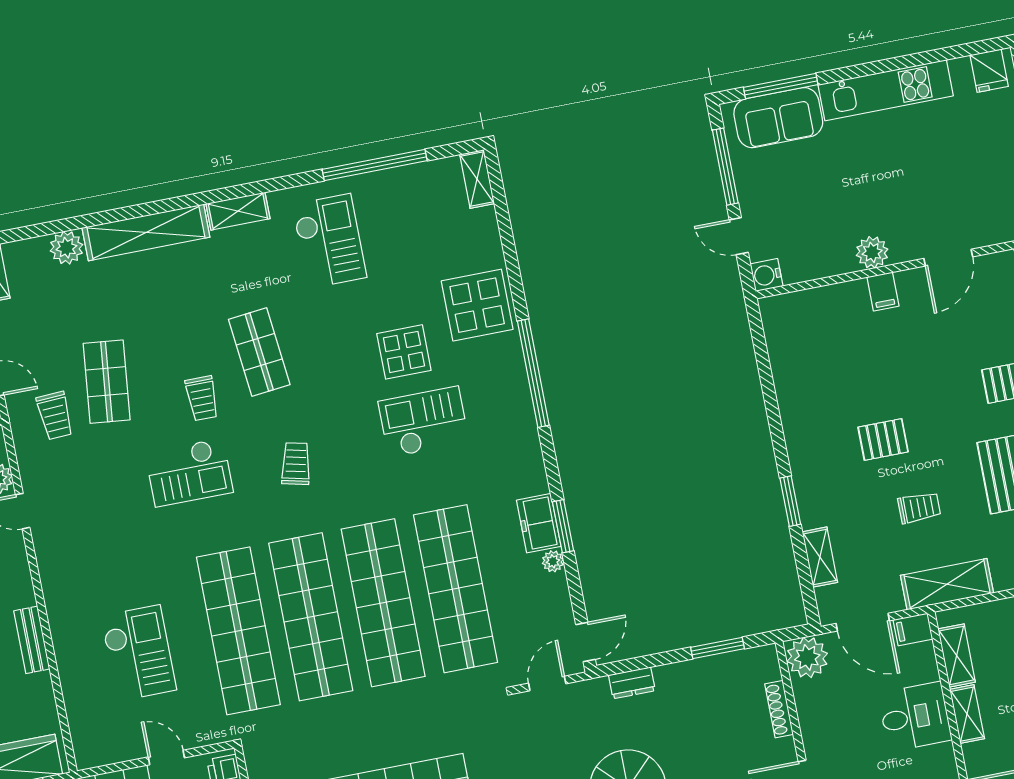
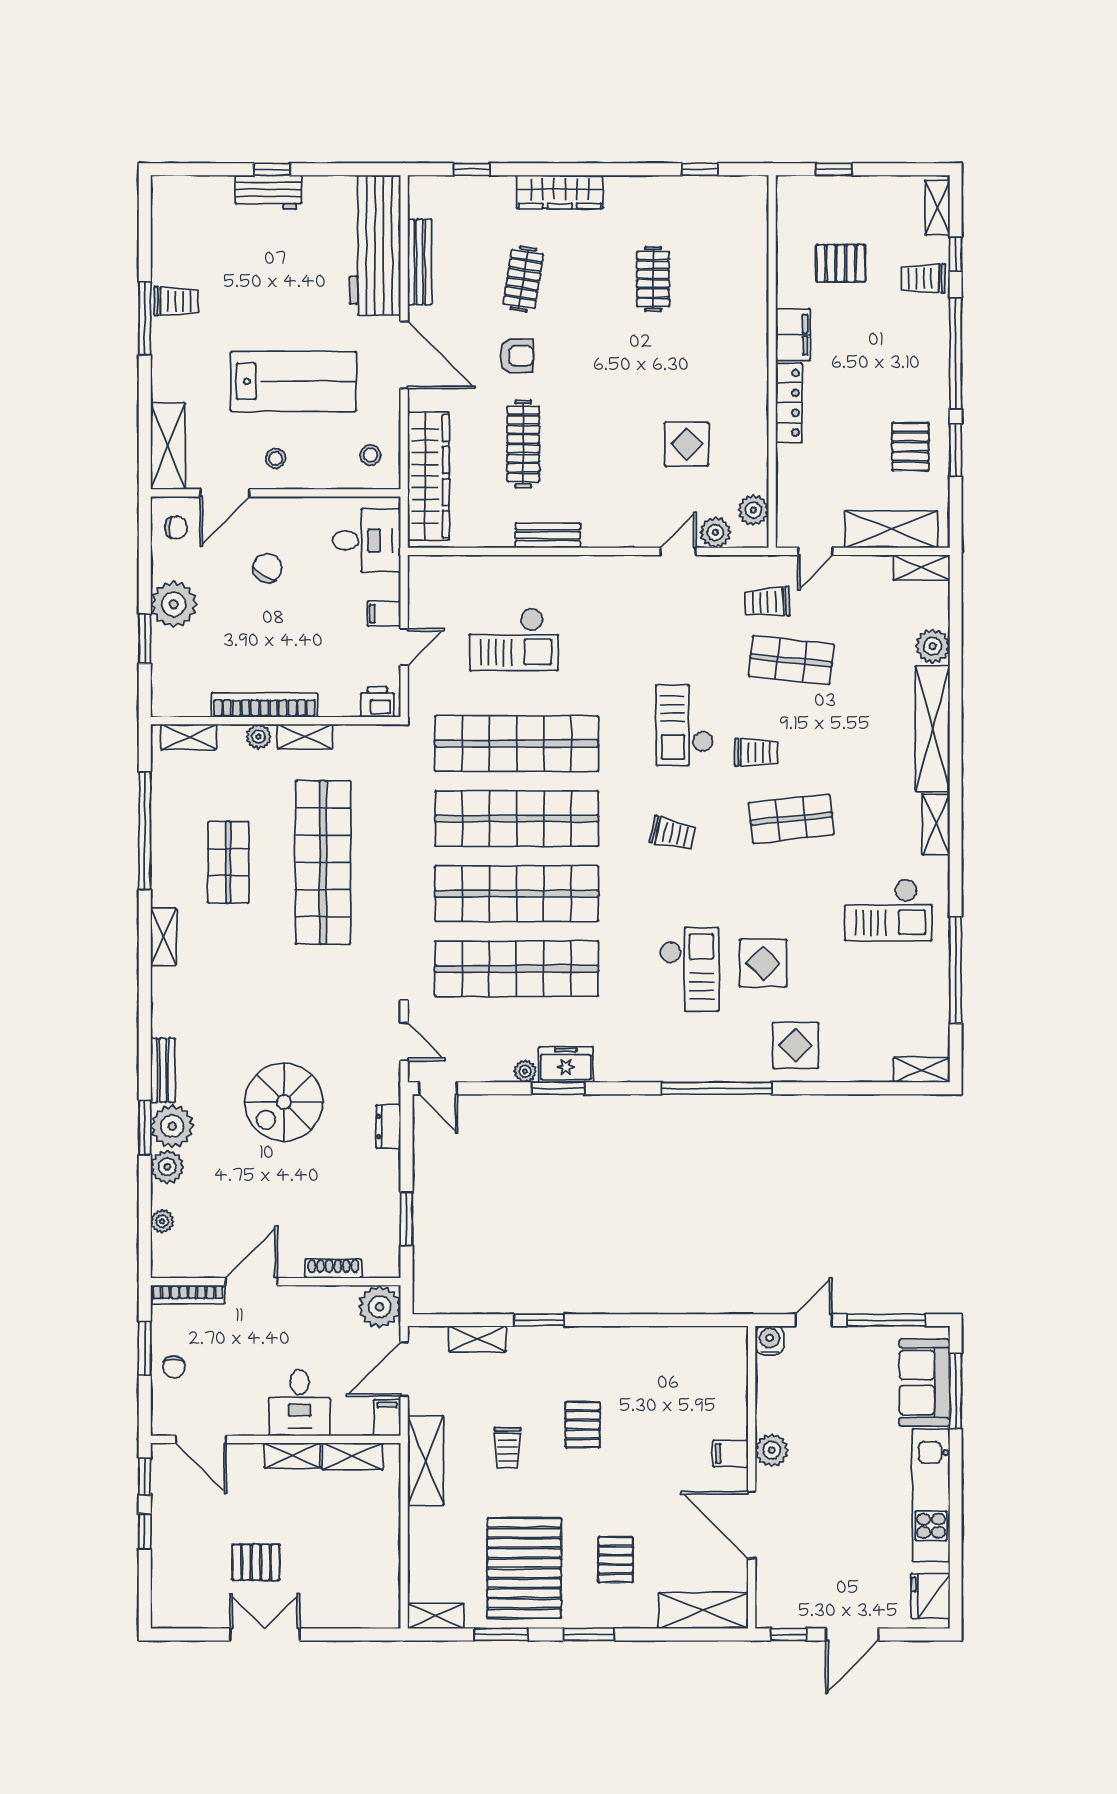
fridge: (989, 71) -> (930, 1596), width x1.38
door: (948, 258) -> (752, 1525), width x1.36
display table: (477, 305) -> (796, 1045), width x0.73, depth x0.73
trolley: (202, 398) -> (756, 752), turned 180

